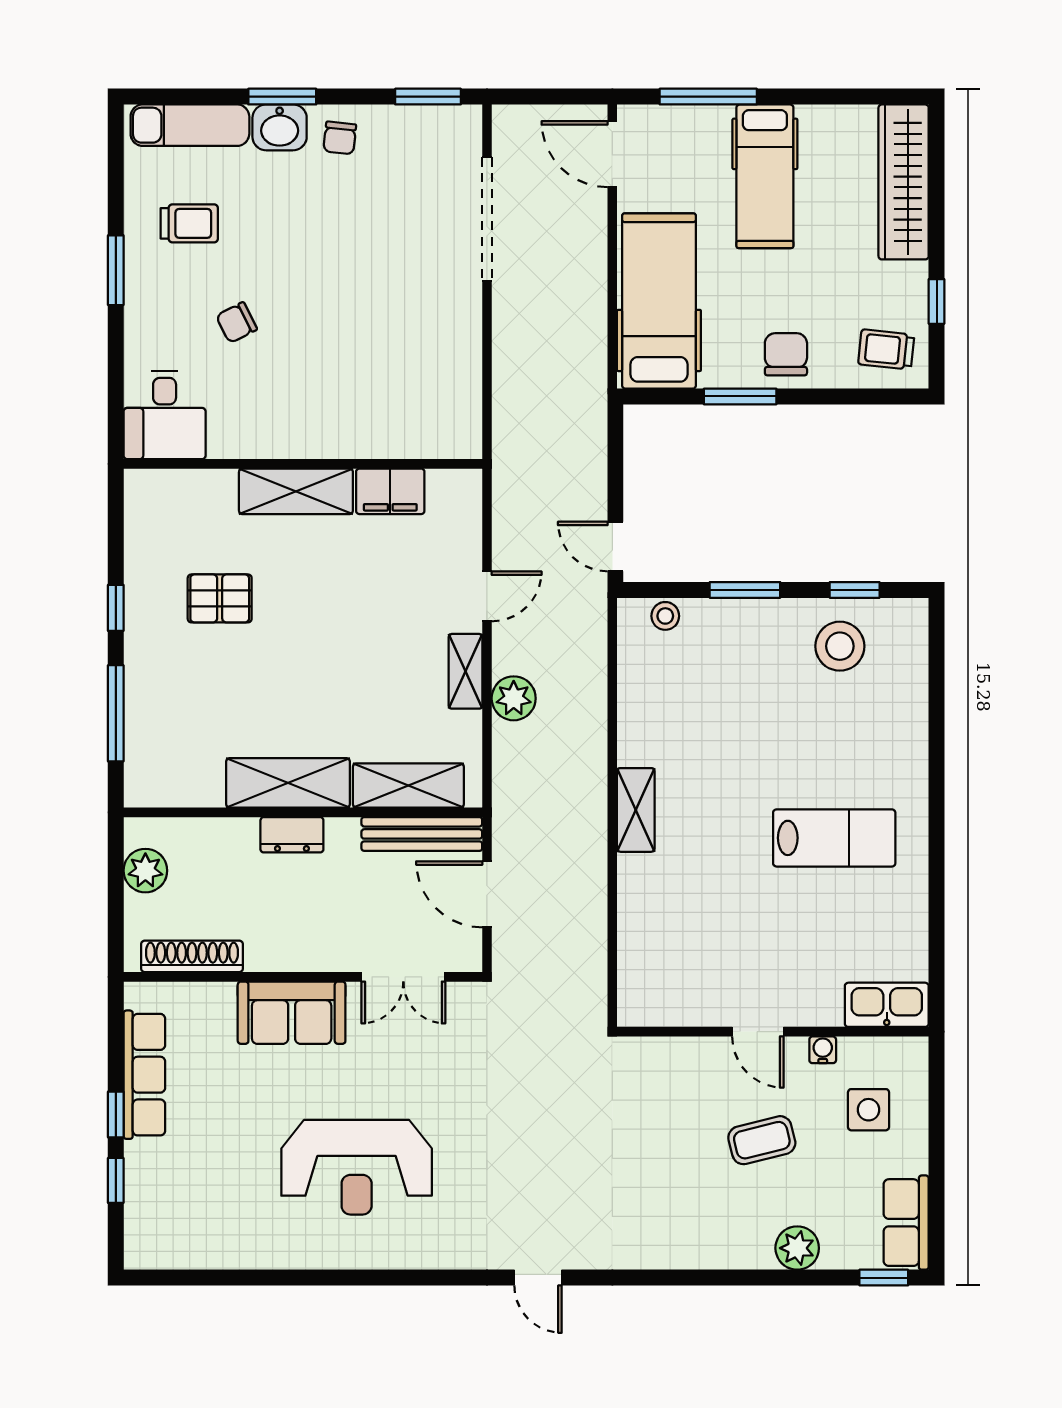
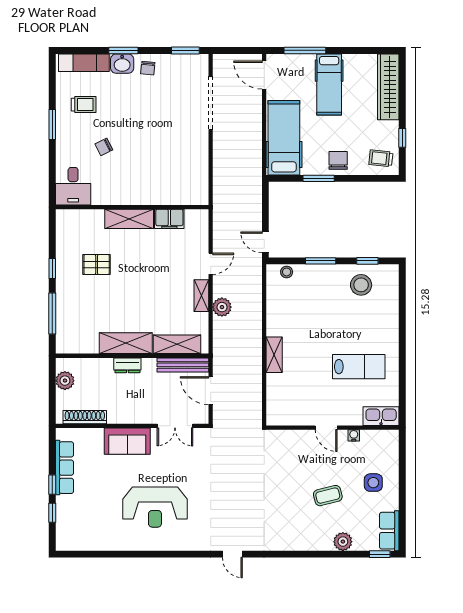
kitchen sink: (887, 1005) -> (381, 416), moved
door: (758, 1032) -> (326, 428), moved
wall: (773, 1032) -> (332, 428), moved
water cooler: (823, 1050) -> (354, 435), moved

